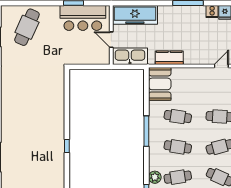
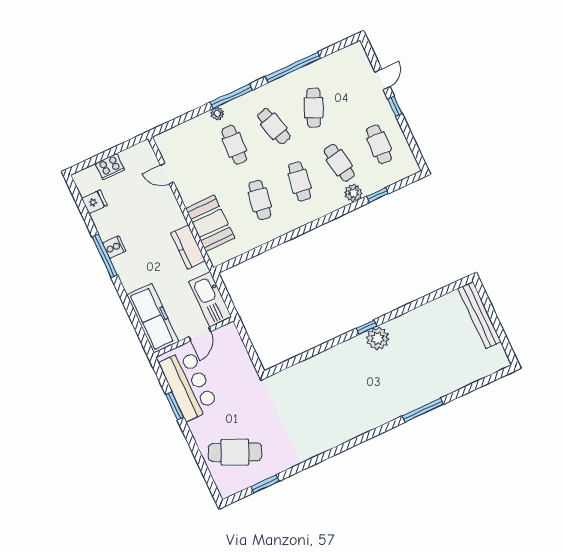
cooker: (212, 11) -> (114, 247), moved
booth: (160, 84) -> (210, 223), moved, turned 90
window: (146, 131) -> (298, 232), removed
plant: (57, 150) -> (378, 338), added

